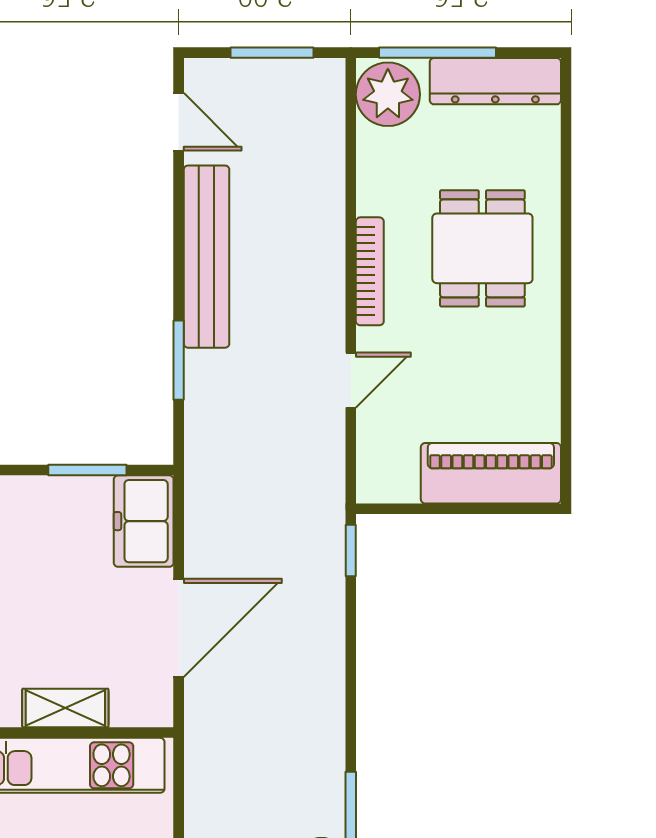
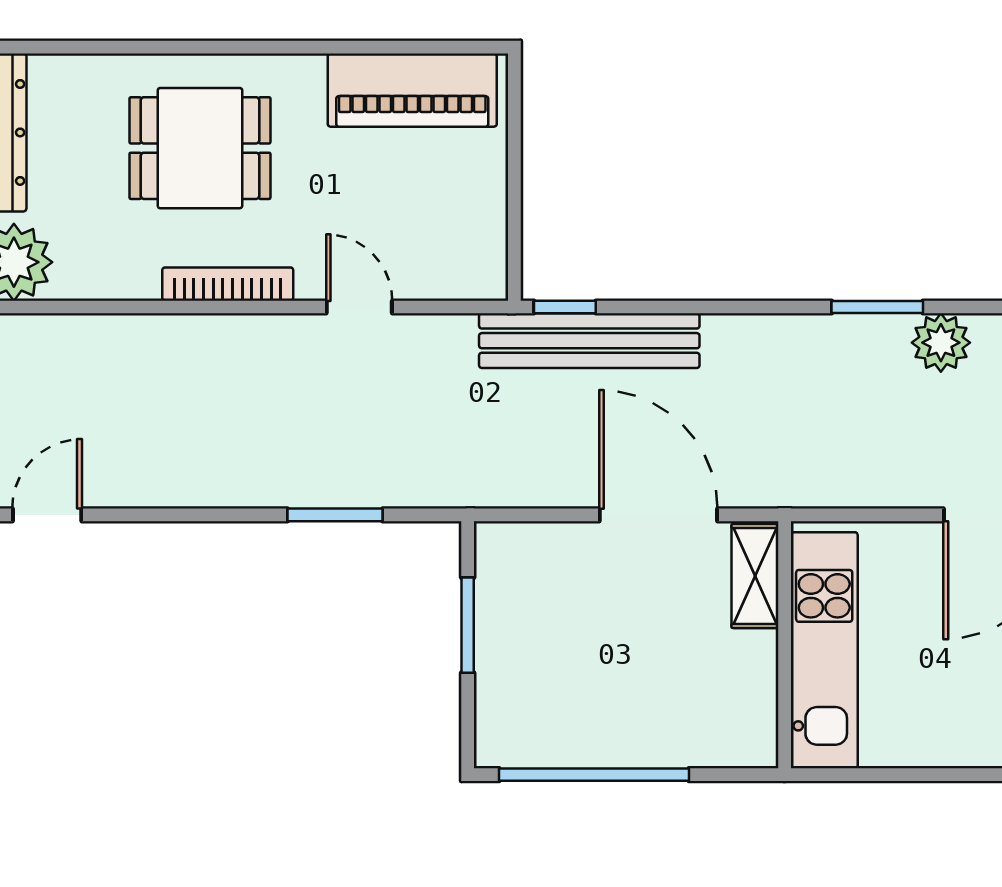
bench: (207, 257) -> (589, 341), moved
piano: (491, 473) -> (412, 90), moved, turned -90
freezer: (144, 521) -> (529, 557), removed
shelving: (65, 708) -> (755, 576), moved

